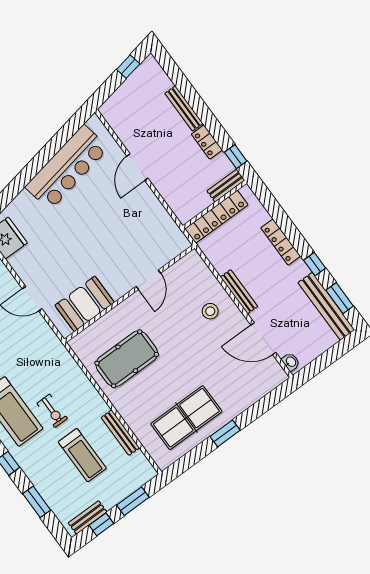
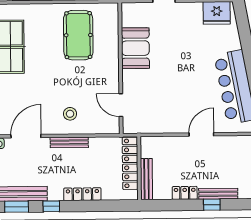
window: (236, 157) -> (212, 205), moved
door: (137, 167) -> (201, 134), hinge flipped
bench: (226, 186) -> (146, 179), width x1.36
door: (148, 280) -> (121, 105), moved
booth: (85, 304) -> (135, 48), moved

